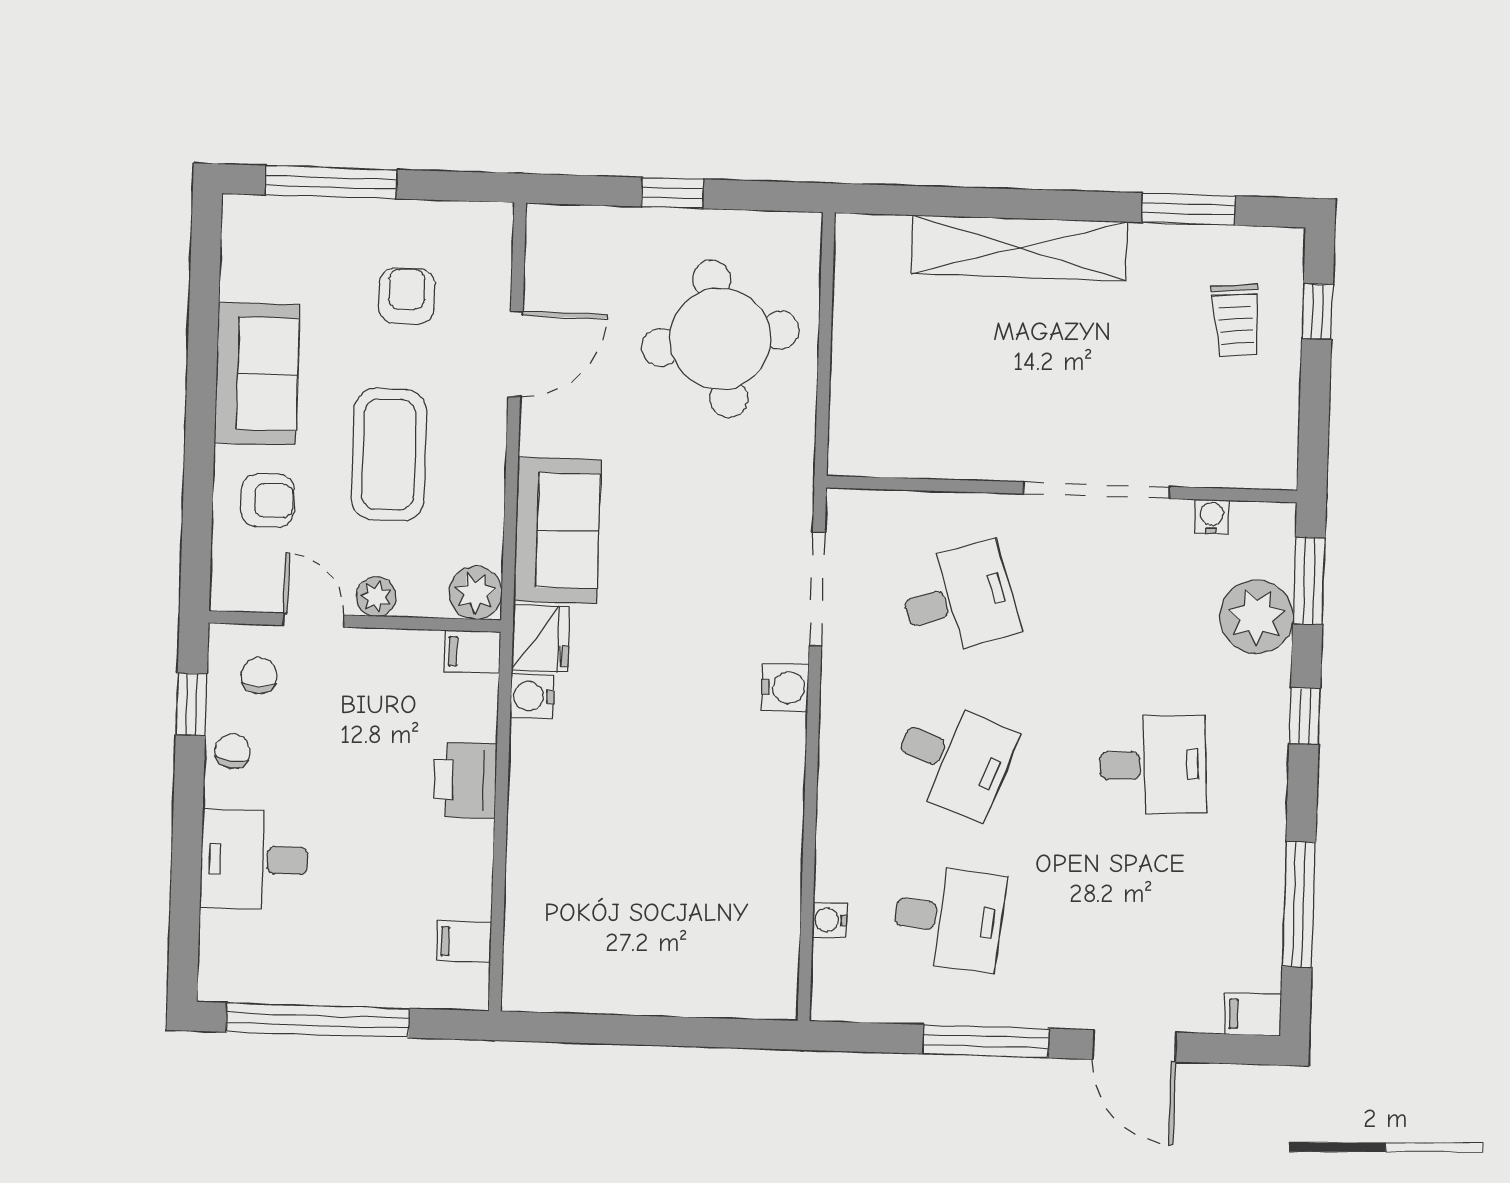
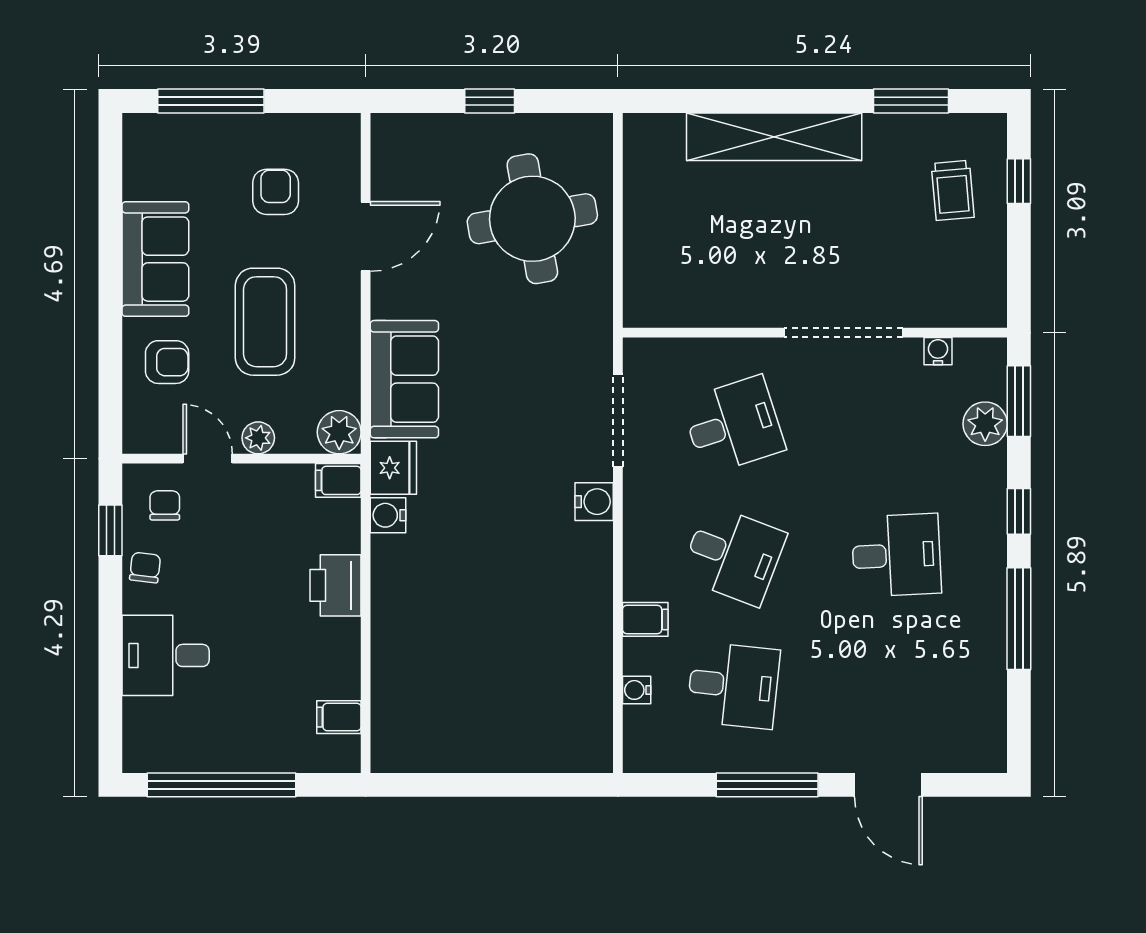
plant: (1257, 617) -> (985, 424), width x0.73, depth x0.73
window: (1299, 904) -> (1019, 619), moved
filing cabinet: (1253, 1014) -> (645, 619), moved, turned 180

